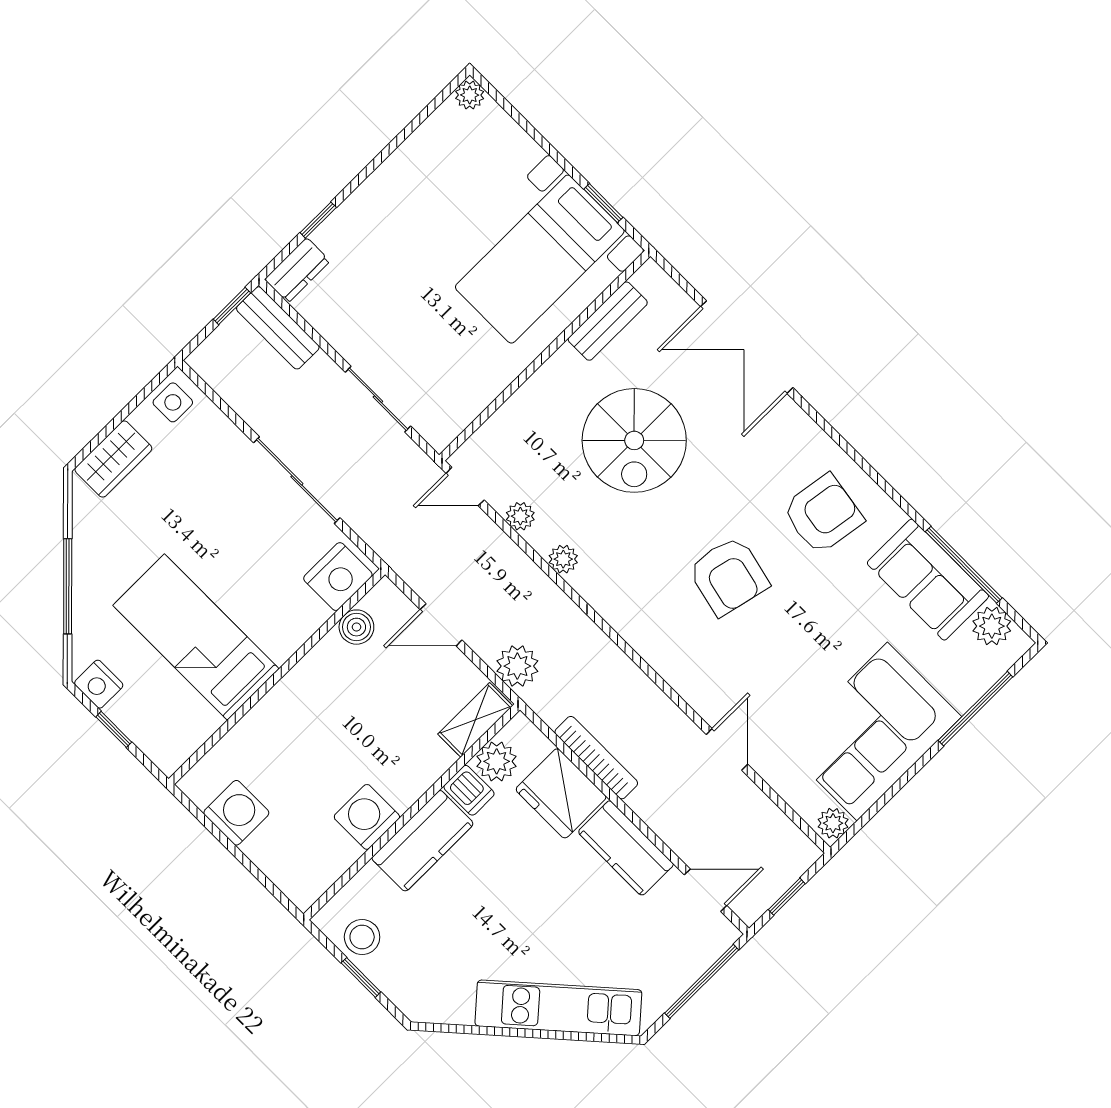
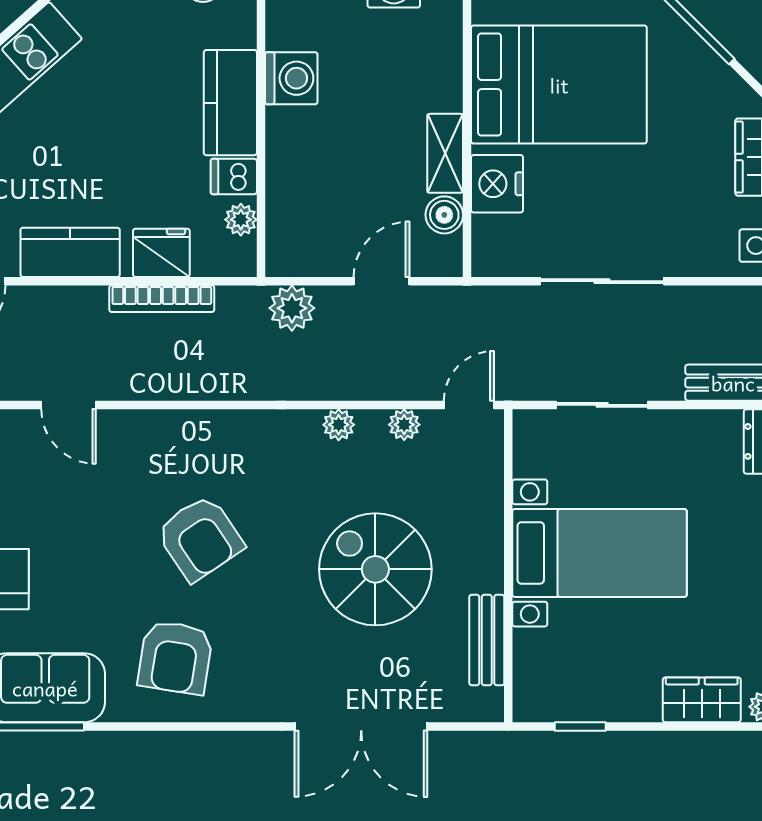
wardrobe: (506, 141) -> (702, 700), added
bed with nightstands: (540, 259) -> (599, 553), moved, turned 90
double door: (747, 347) -> (361, 726), swing flipped
armchair: (728, 576) -> (200, 538), turned -137
nightstand: (338, 577) -> (497, 184), moved
bed: (196, 637) -> (559, 85), width x1.50
shelving: (475, 720) -> (445, 153), moved
plant: (497, 761) -> (241, 220), width x0.73, depth x0.73
fridge: (561, 793) -> (161, 253), width x0.73, depth x0.75

